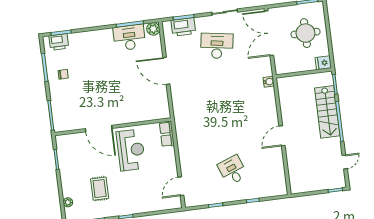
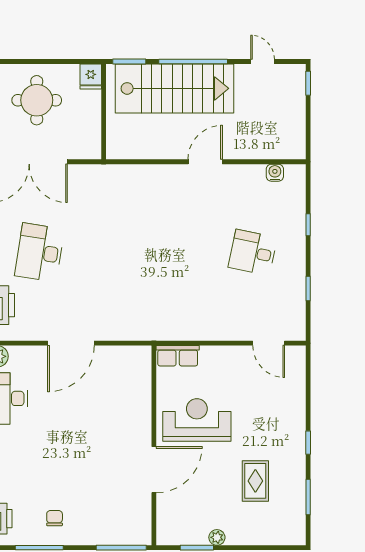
water cooler: (269, 82) -> (275, 173), moved
stairs: (327, 112) -> (174, 88), width x1.36, depth x1.51
door: (282, 136) -> (205, 162), swing flipped
desk: (233, 170) -> (253, 252), turned 33
rug: (100, 189) -> (255, 481), turned 90
plant: (68, 202) -> (217, 537), moved

